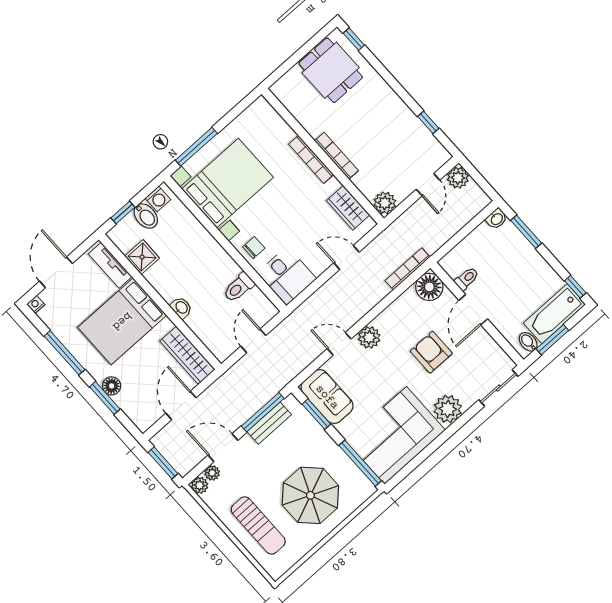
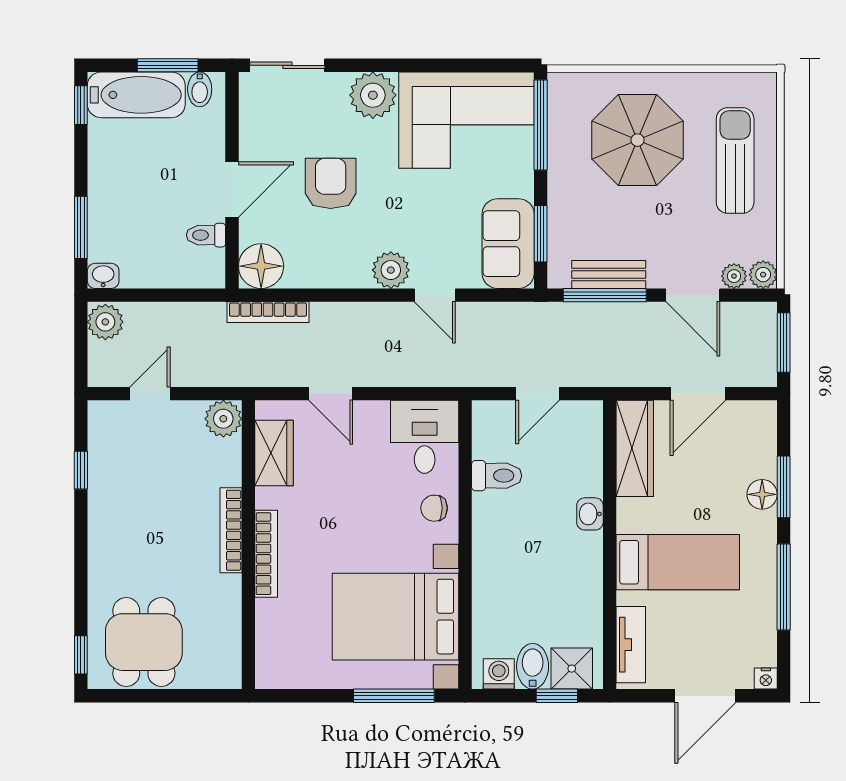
plant: (458, 178) -> (105, 322), moved
shower: (142, 257) -> (572, 669), moved
bed: (122, 321) -> (678, 562), width x0.67
armchair: (431, 352) -> (331, 183), turned 180

